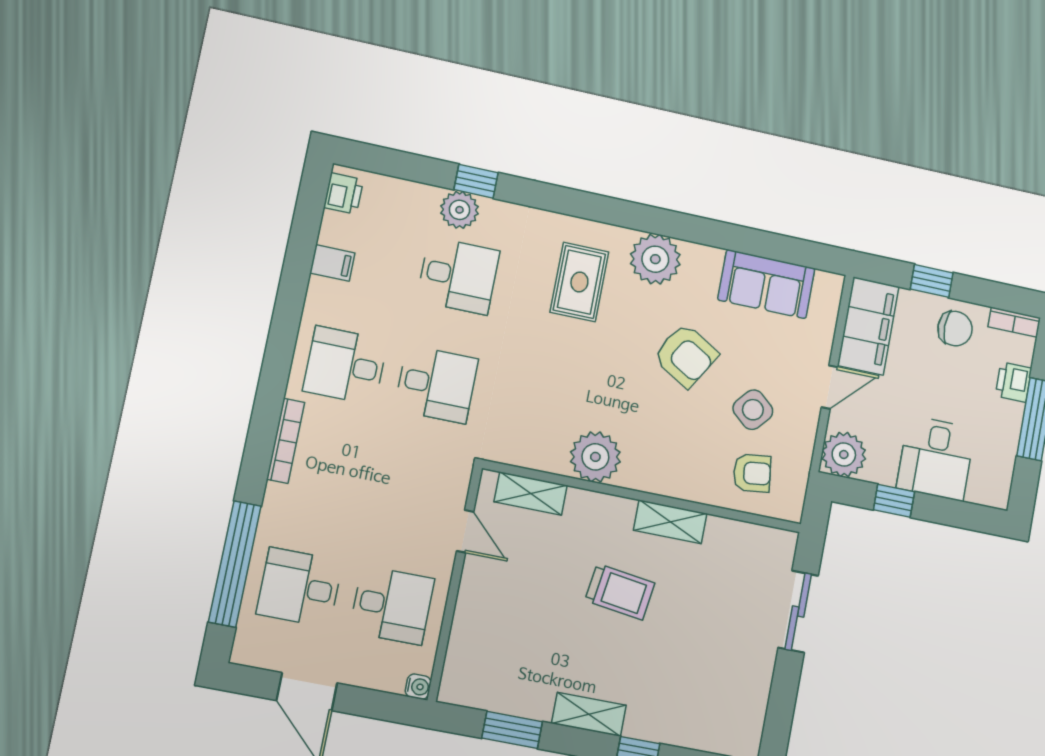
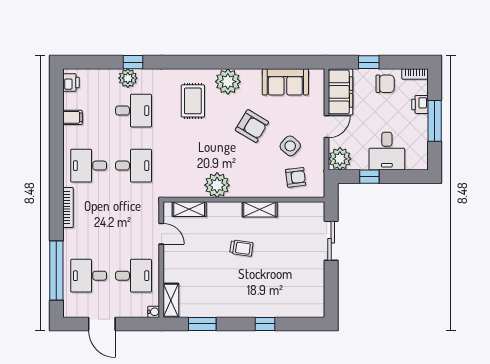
trolley: (620, 592) -> (241, 248), width x0.73, depth x0.72
shelving: (589, 714) -> (171, 300), moved, turned 90

